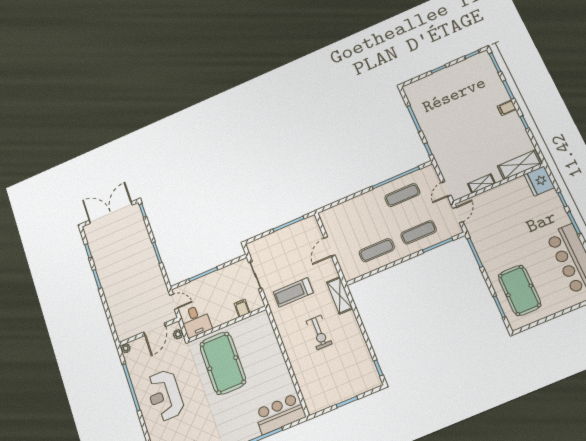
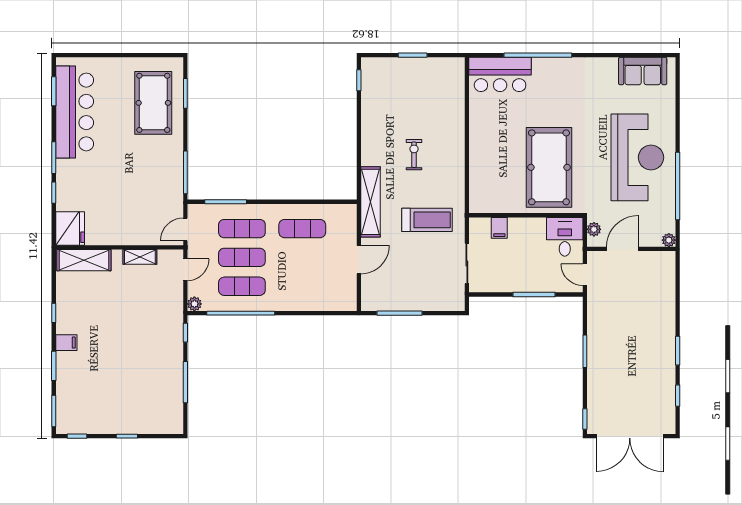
plant: (430, 170) -> (194, 304), added
exercise mat: (410, 214) -> (242, 257), added
shelving: (340, 295) -> (371, 202), width x1.47
exercise bike: (319, 333) -> (414, 155), width x0.73, depth x0.72
reception desk: (165, 395) -> (637, 157), width x1.36, depth x1.30

